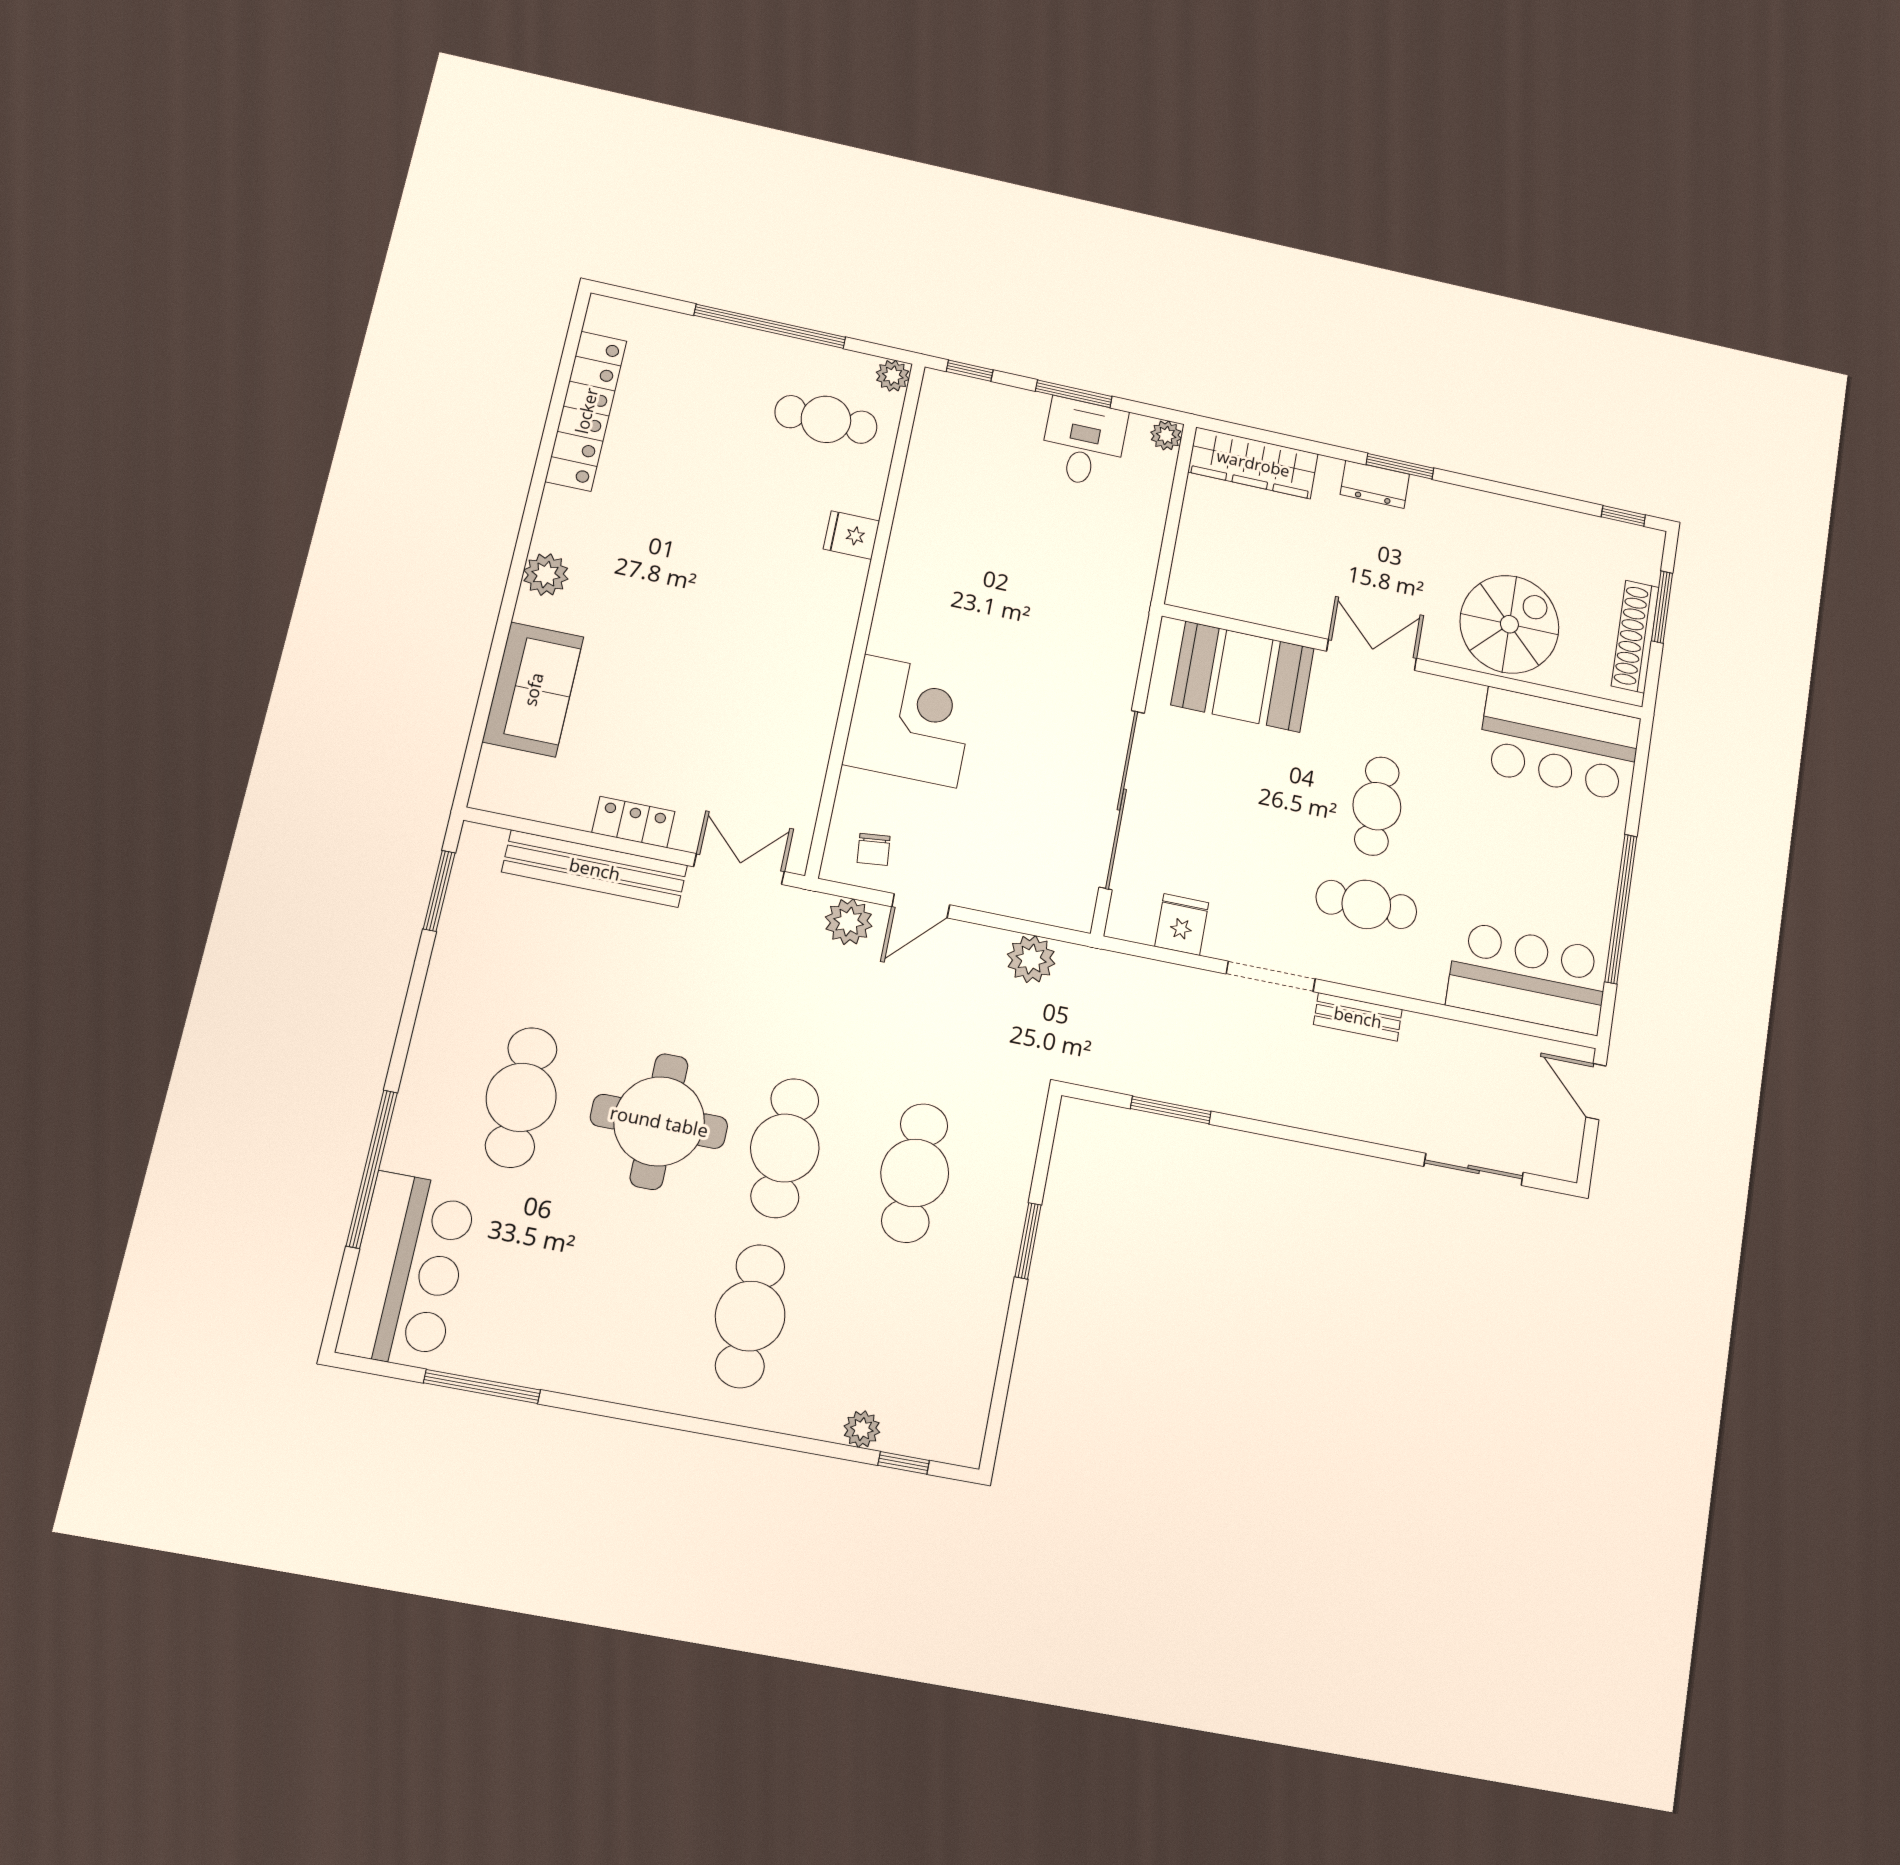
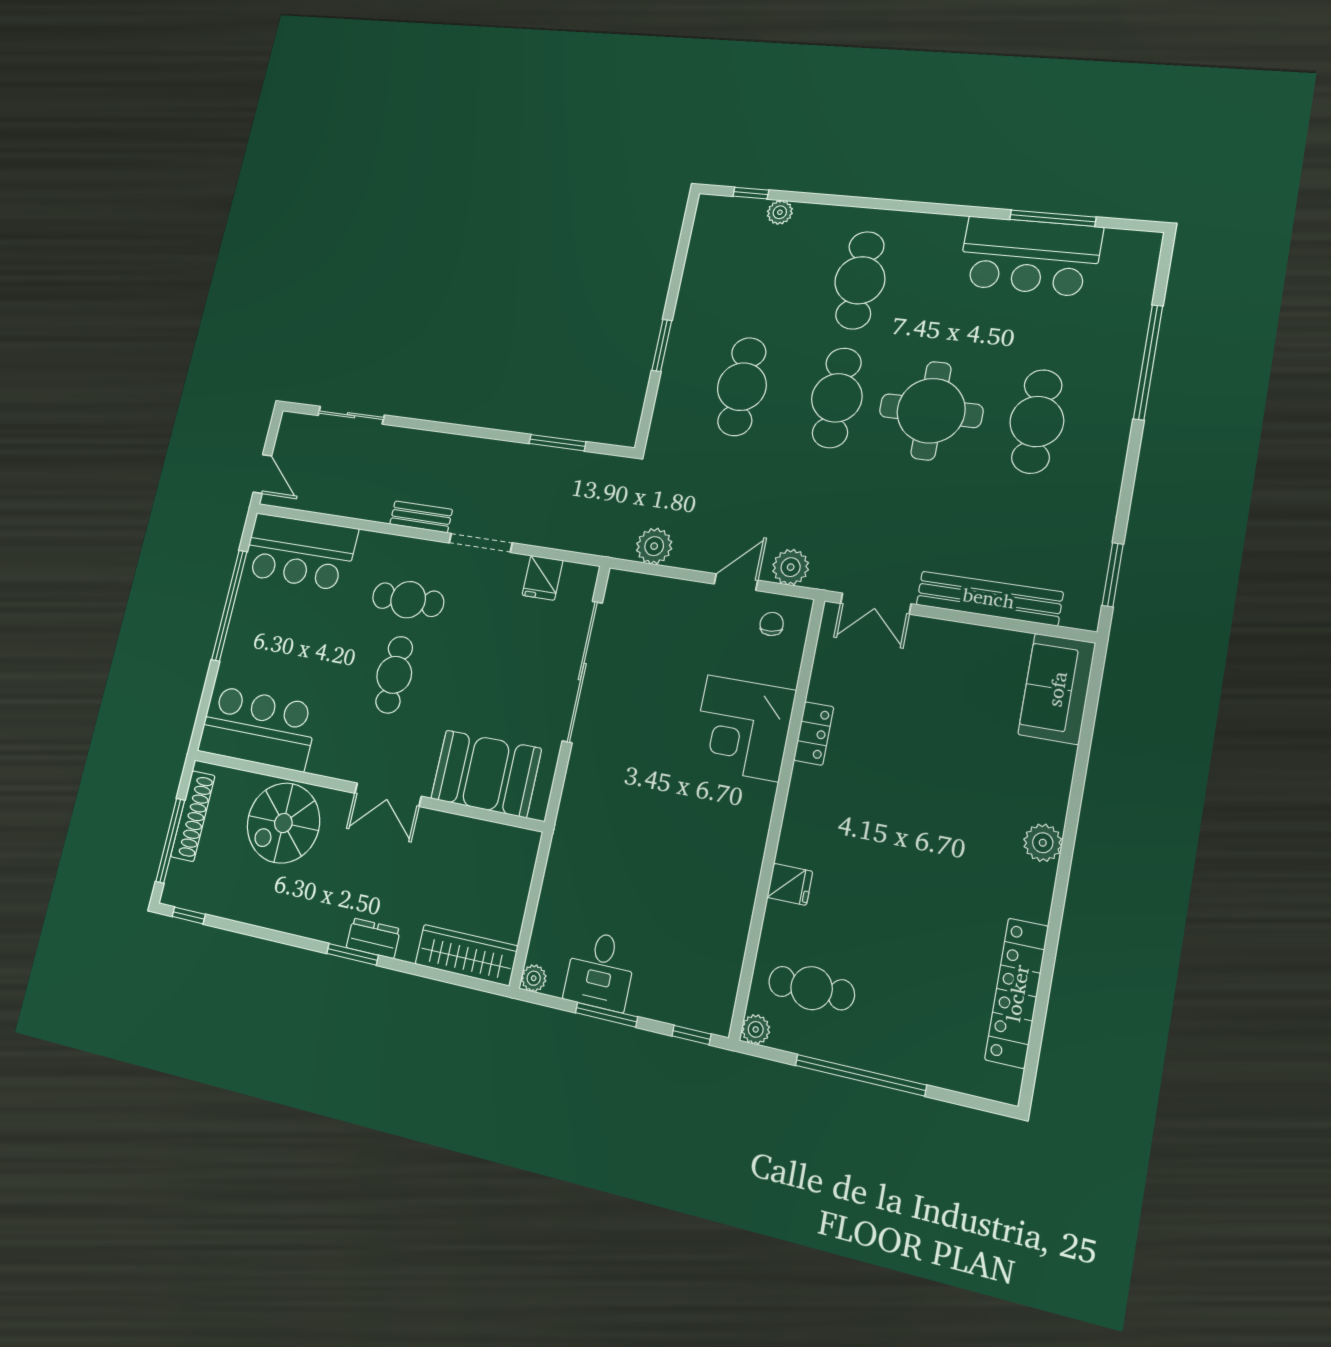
window: (1662, 607) -> (170, 841), width x1.44
sofa: (533, 689) -> (1057, 689), moved
locker: (633, 822) -> (814, 733), moved, turned -90
bar counter: (407, 1270) -> (1030, 256), moved, turned -90

